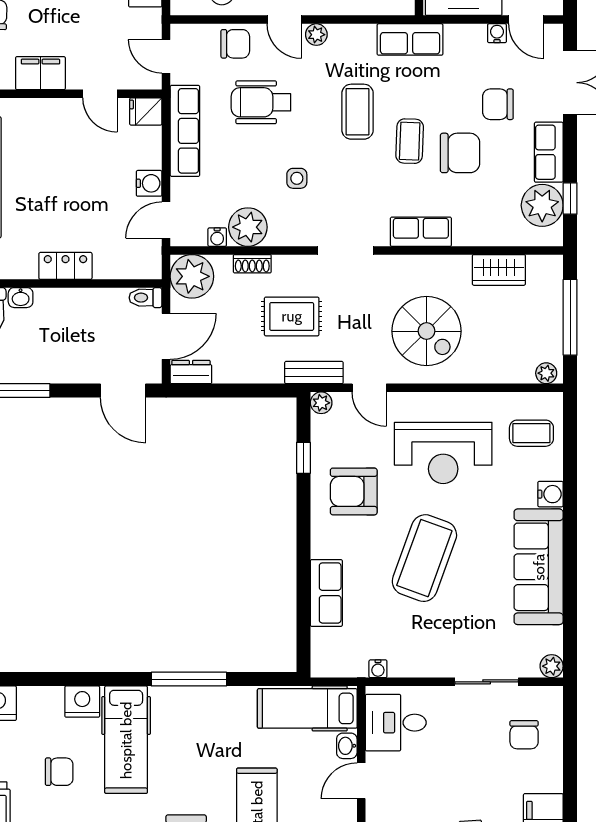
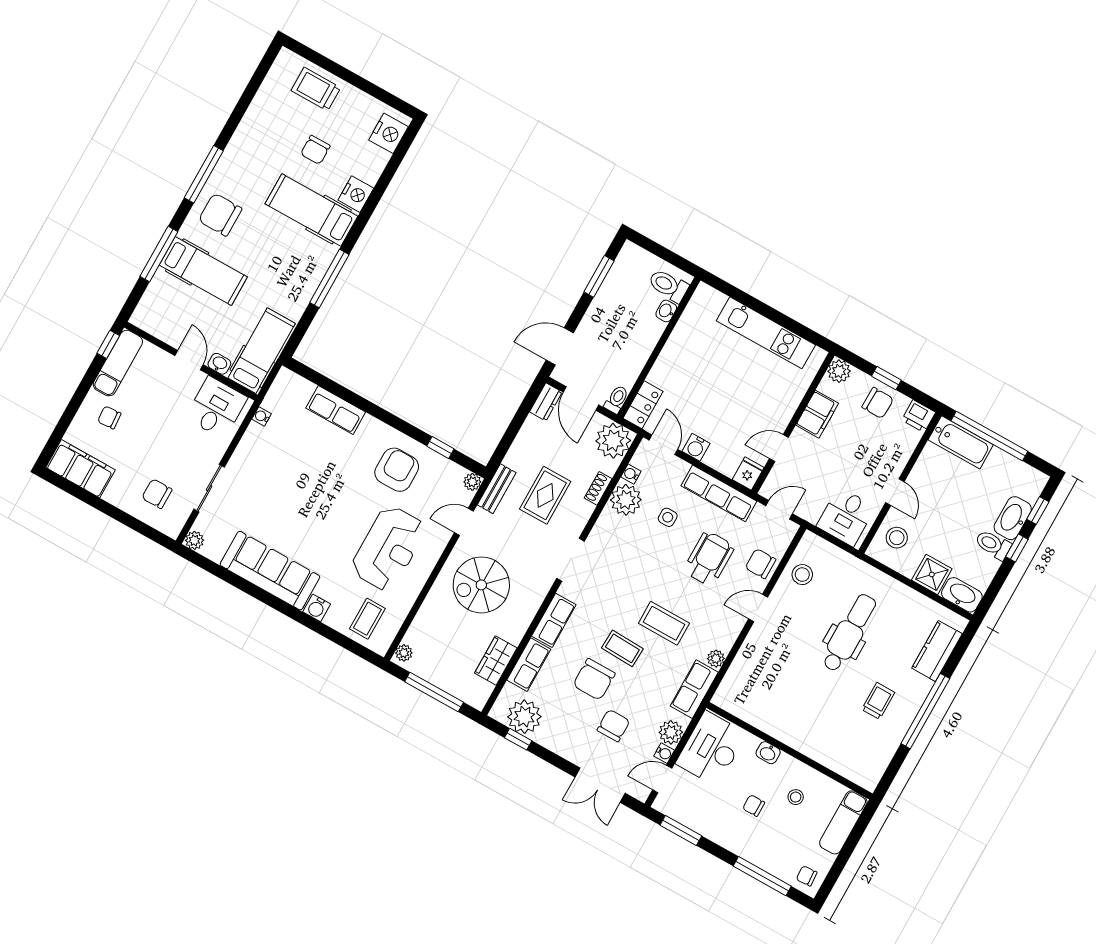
plant: (316, 35) -> (716, 659), moved
plant: (471, 39) -> (671, 732), added
chair: (235, 44) -> (761, 564), turned 90
row of seats: (549, 152) -> (529, 665), moved, turned 90
side table: (297, 178) -> (668, 517), moved
locker: (65, 266) -> (643, 405), moved
reception desk: (443, 453) -> (388, 548), turned 180
coffee table: (424, 558) -> (321, 493), removed

